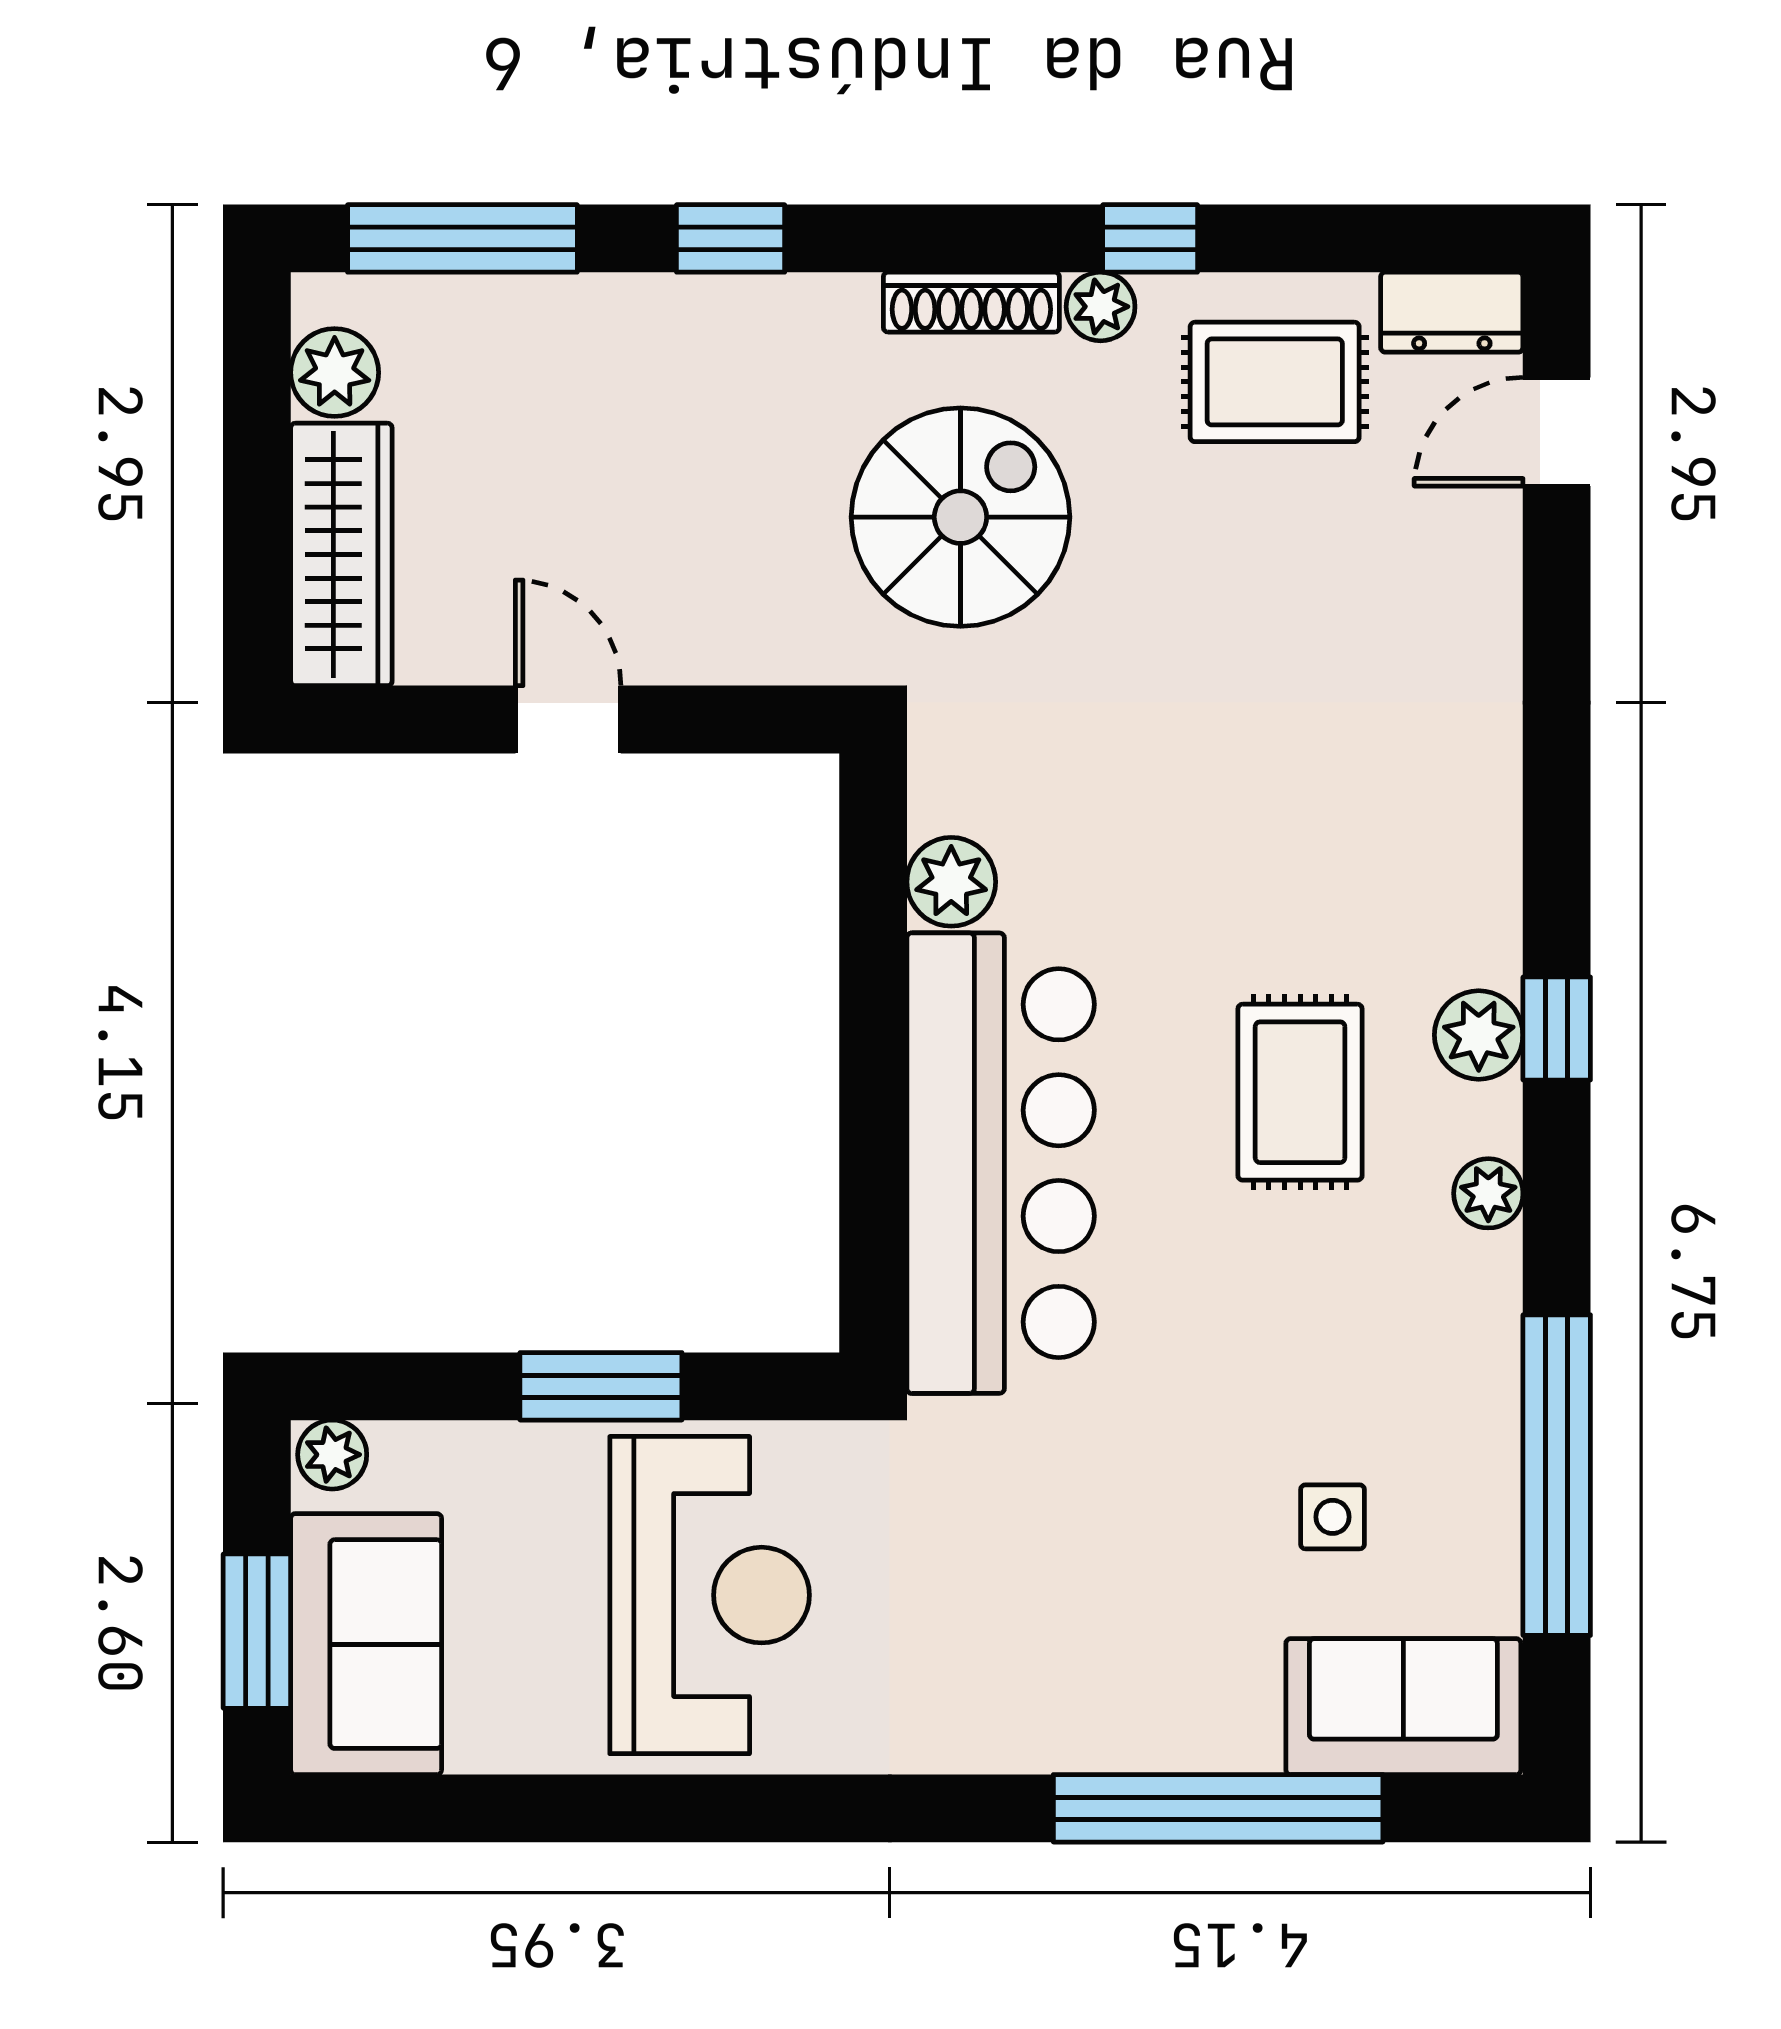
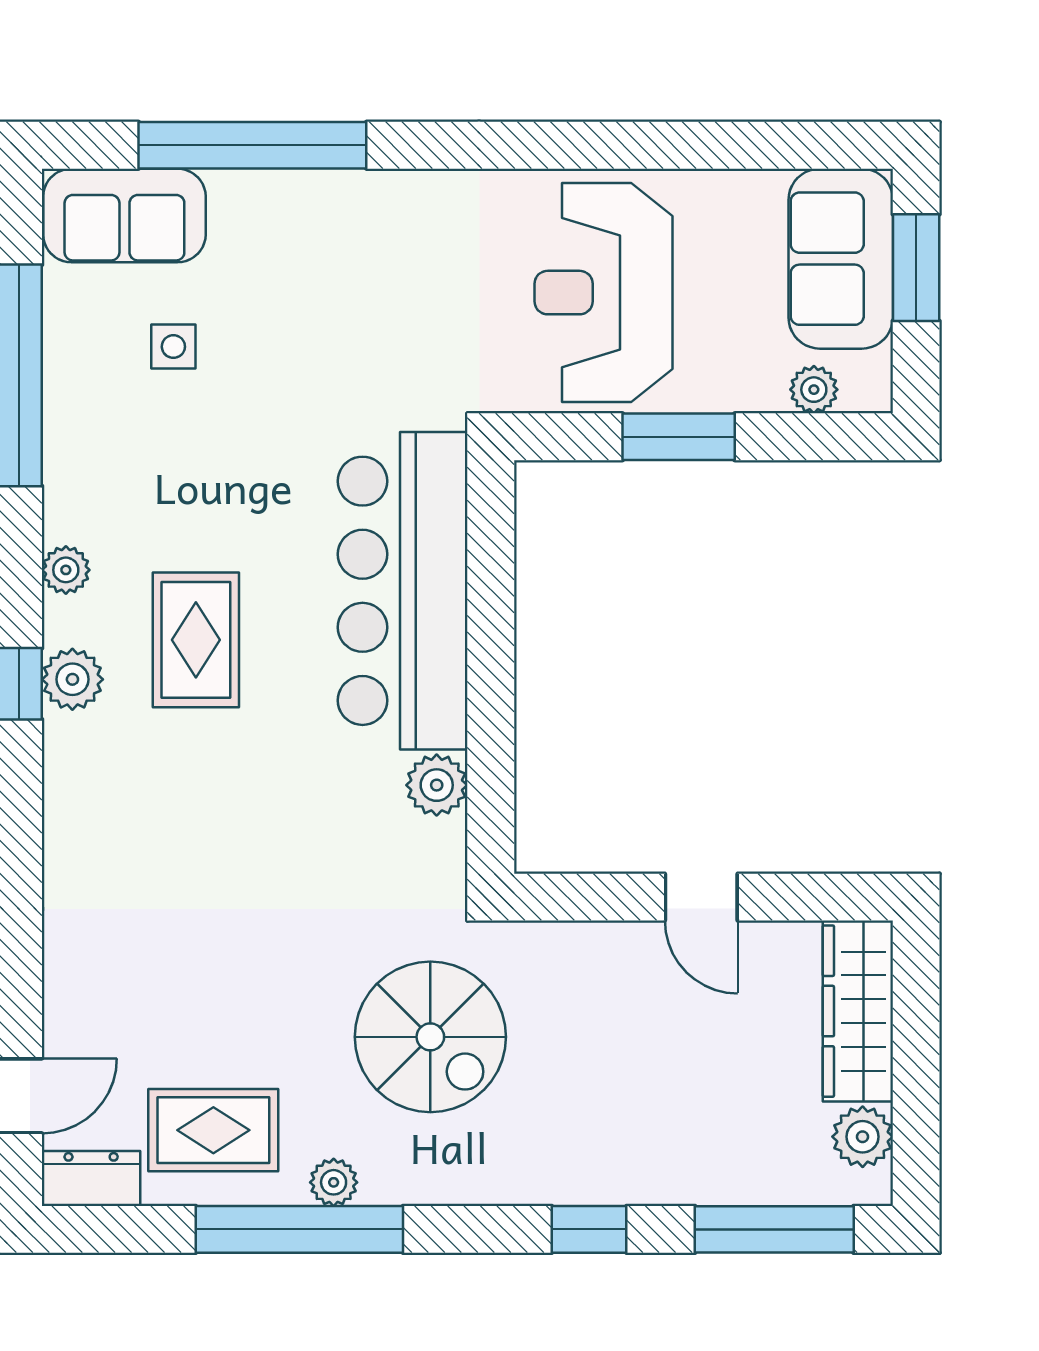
window: (1150, 238) -> (299, 1229), width x3.17
shoe rack: (971, 302) -> (423, 1185), removed
spiral stairs: (960, 517) -> (430, 1037), turned -90
plant: (332, 1455) -> (814, 390), moved

